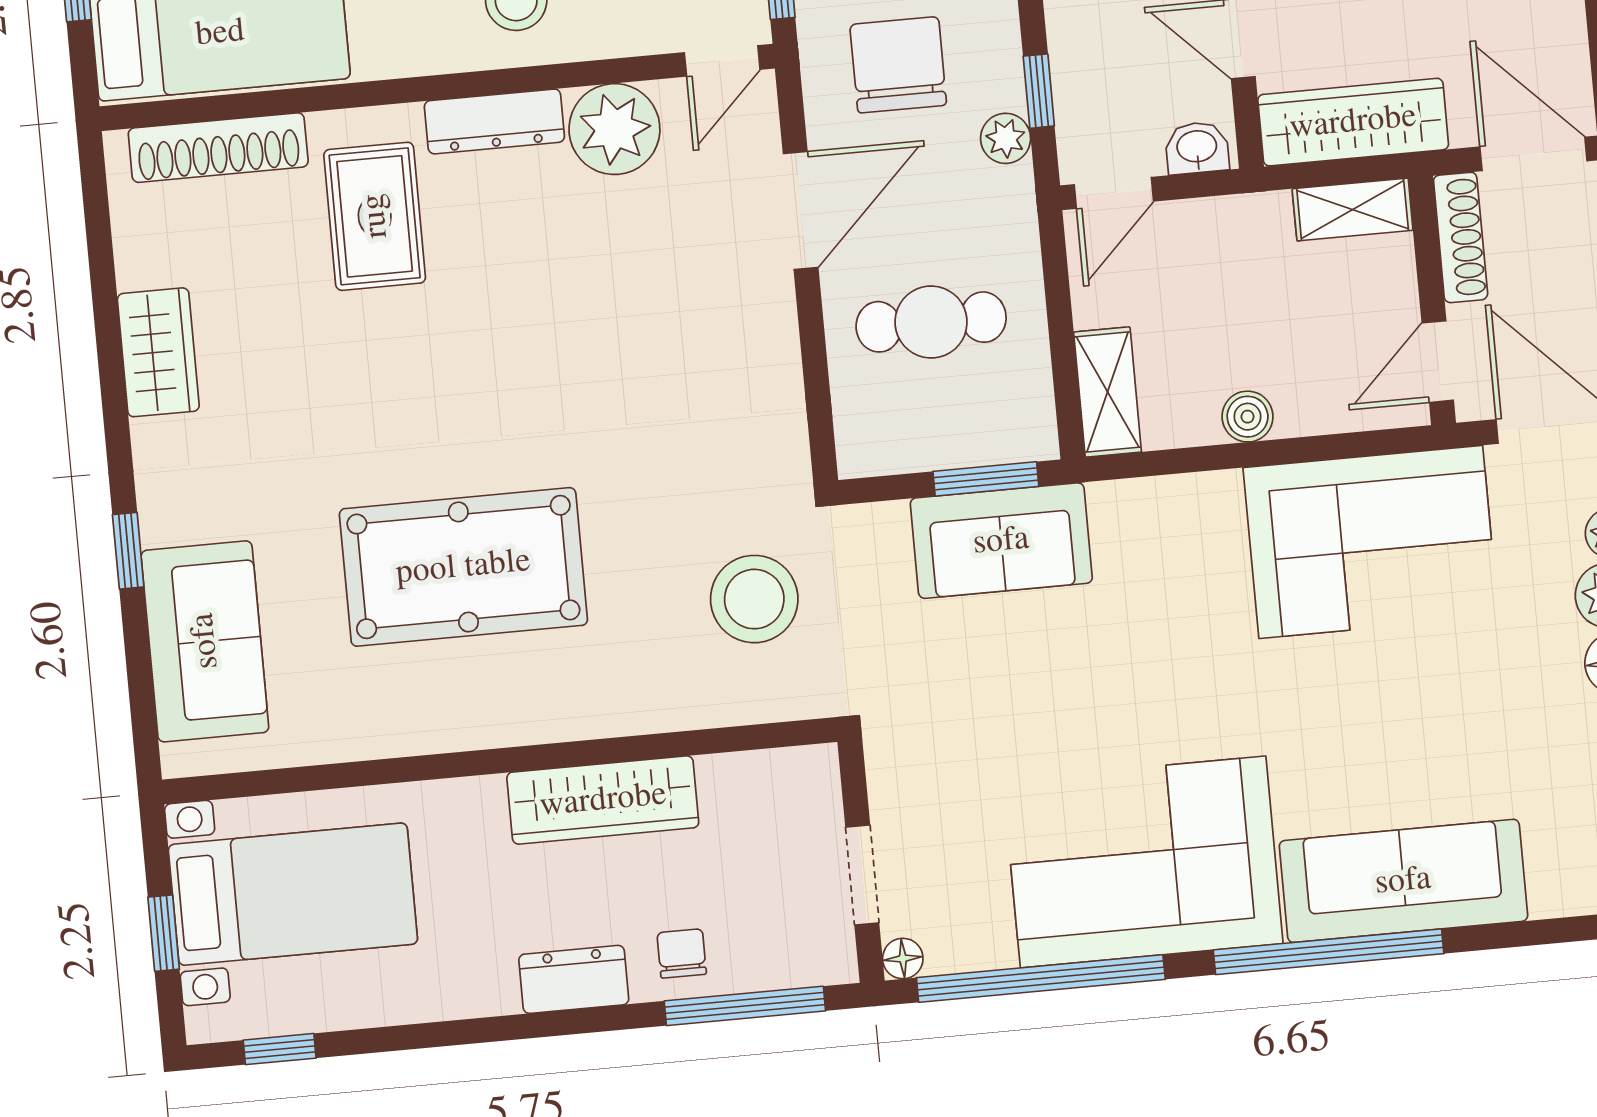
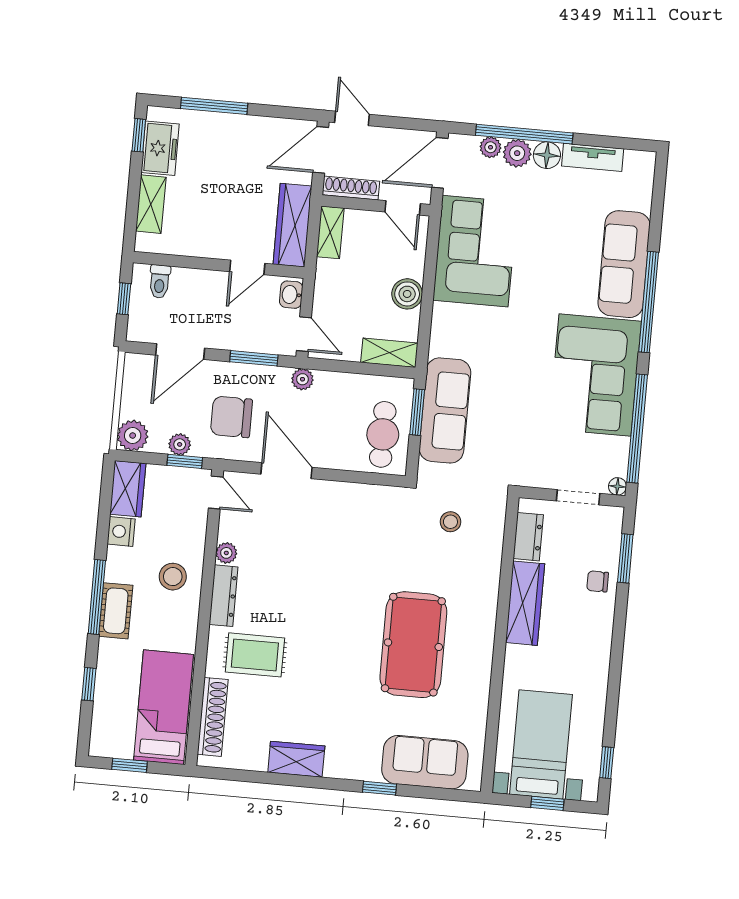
window: (1039, 91) -> (254, 358), width x1.50
plant: (614, 129) -> (226, 553), width x0.53, depth x0.53
plant: (1006, 138) -> (302, 379), moved
cafe table: (931, 322) -> (383, 434), moved
boiler: (1248, 417) -> (407, 294), width x1.36, depth x1.36
sofa: (1001, 541) -> (445, 410), width x1.36
stool: (754, 599) -> (450, 522), width x0.53, depth x0.53
dresser: (574, 979) -> (528, 537), moved, turned 180
window: (745, 1006) -> (625, 558), width x0.69

